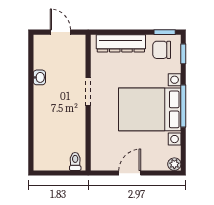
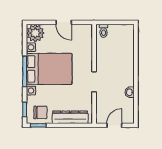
door: (60, 32) -> (114, 125), swing flipped
plant: (174, 164) -> (35, 33), width x1.88, depth x1.88
door: (130, 173) -> (64, 22), hinge flipped

